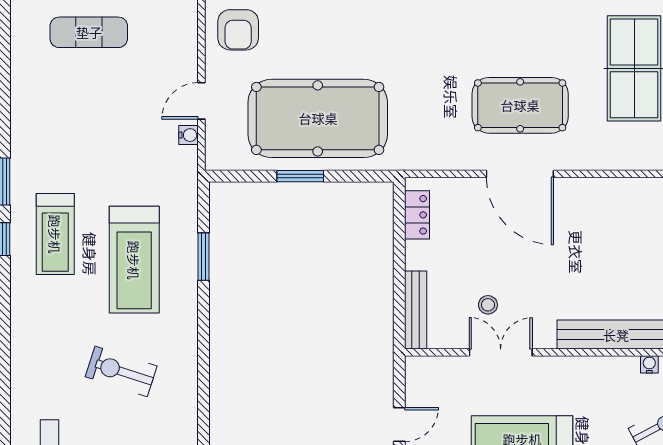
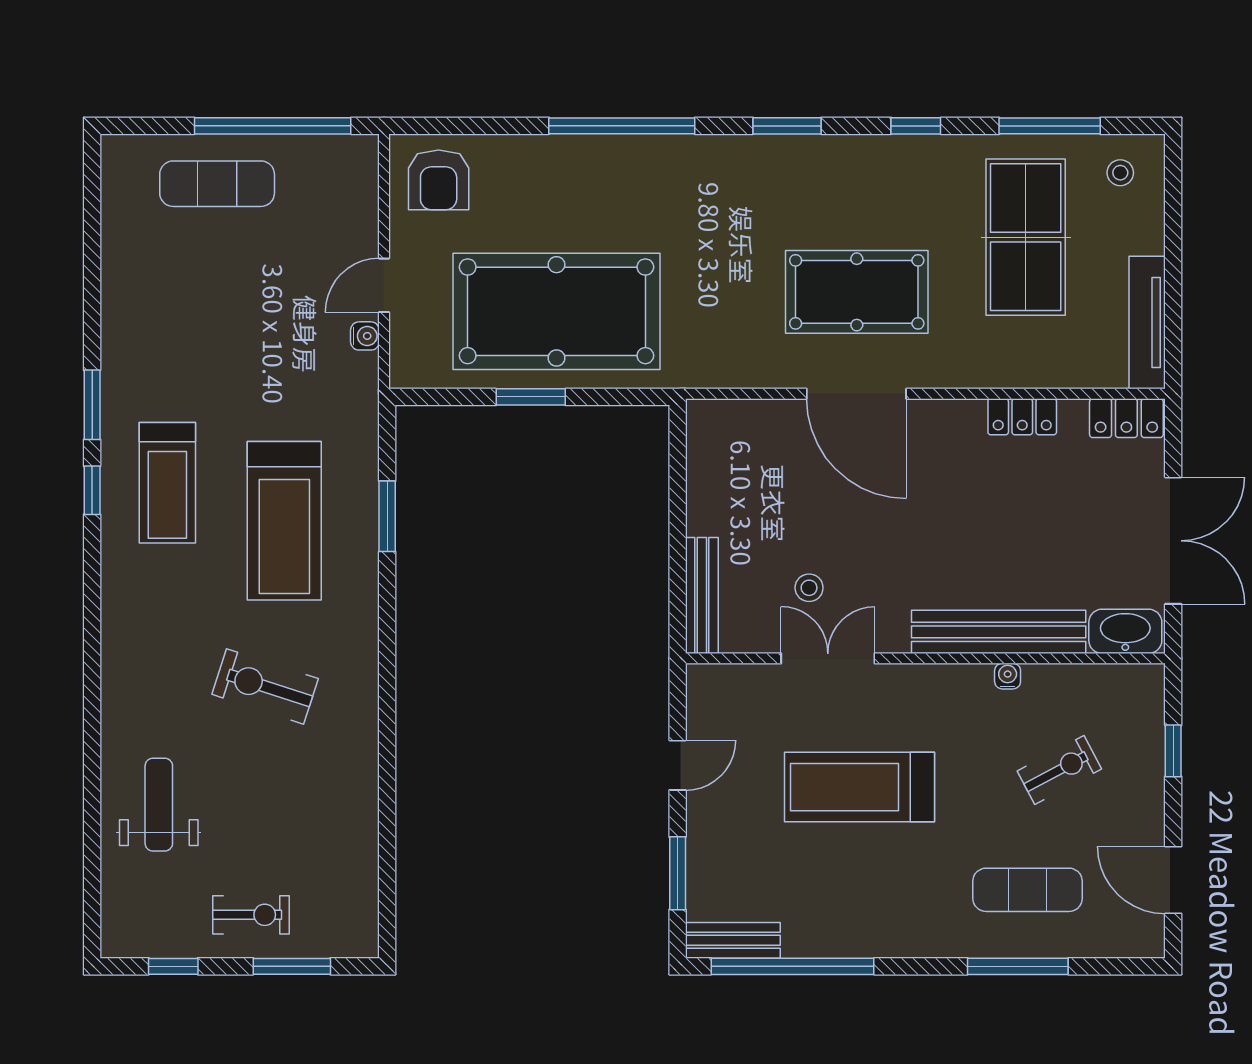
locker: (417, 215) -> (1022, 417), moved, turned 90
water cooler: (649, 364) -> (1008, 676), moved

